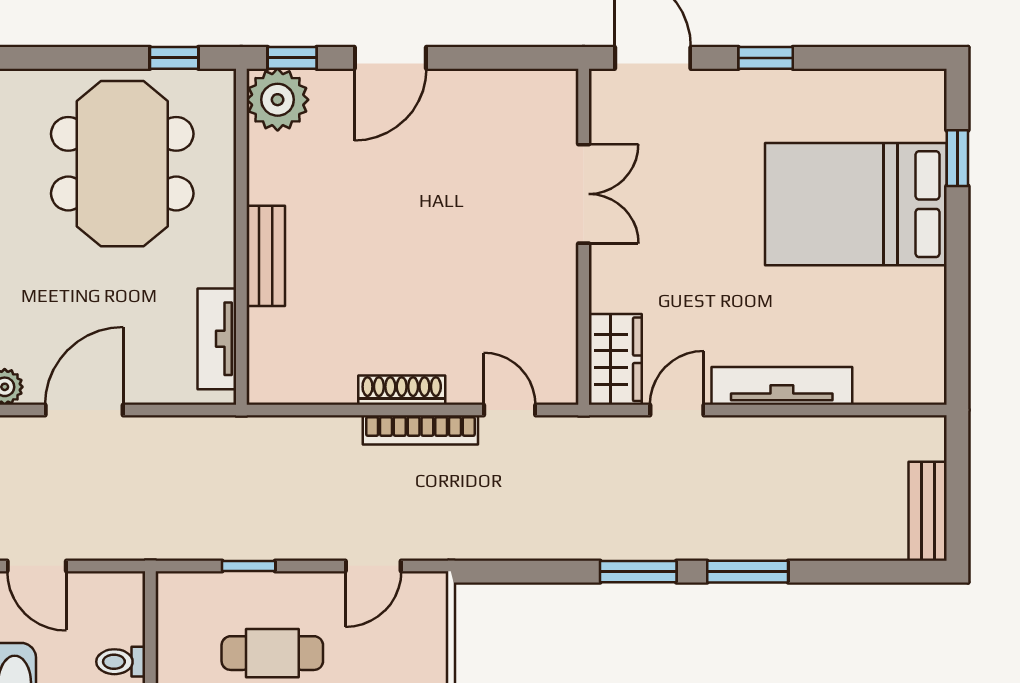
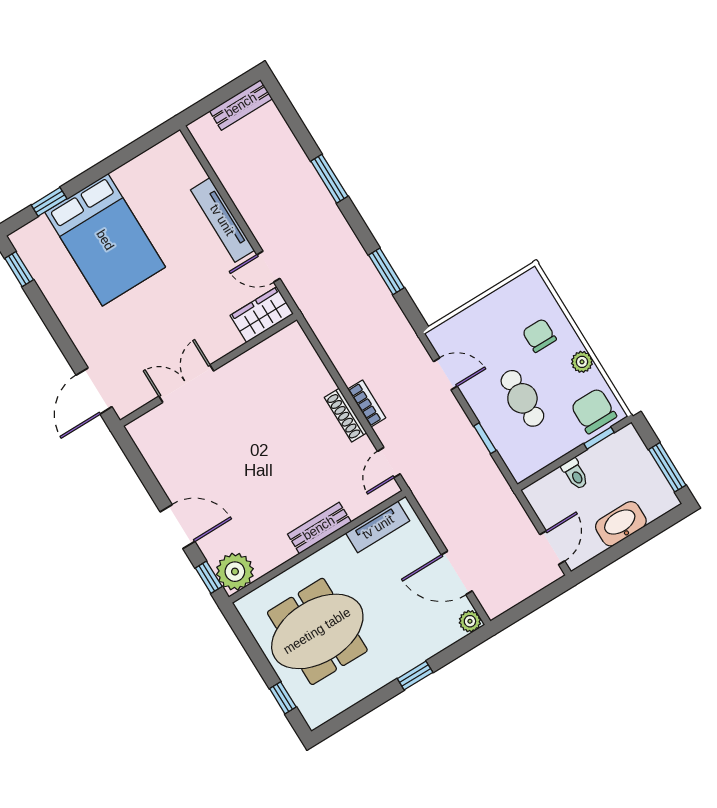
window: (174, 58) -> (283, 698), moved
window: (766, 58) -> (19, 269), moved
door: (510, 410) -> (389, 463), moved
bookcase: (420, 430) -> (367, 403), width x0.64
window: (638, 572) -> (386, 271), moved

